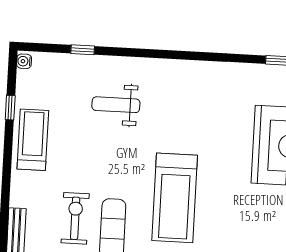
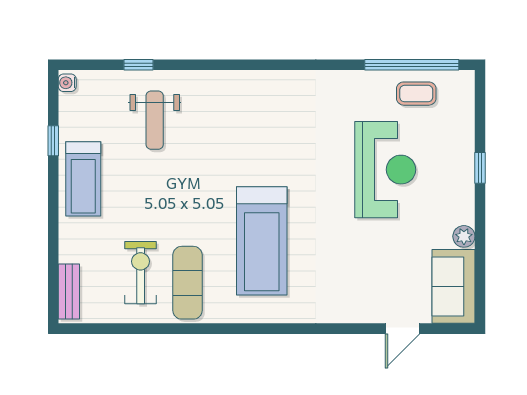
weight bench: (116, 105) -> (155, 120), moved, turned -90
treadmill: (33, 140) -> (83, 179), turned 180

